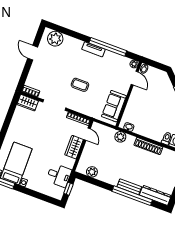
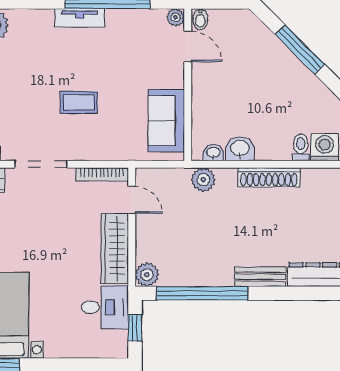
washbasin: (141, 129) -> (240, 149), added
wardrobe: (74, 147) -> (115, 249), width x1.50
plant: (92, 172) -> (147, 275), moved
window: (132, 196) -> (202, 293), moved

